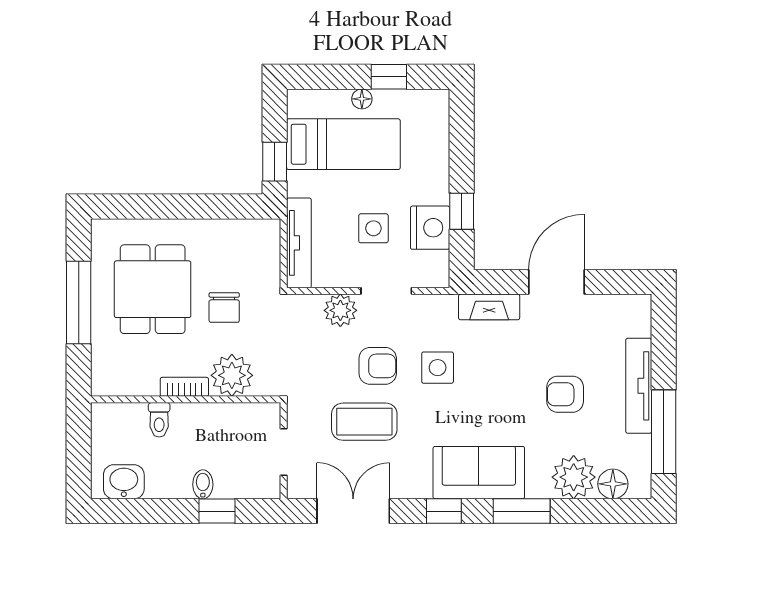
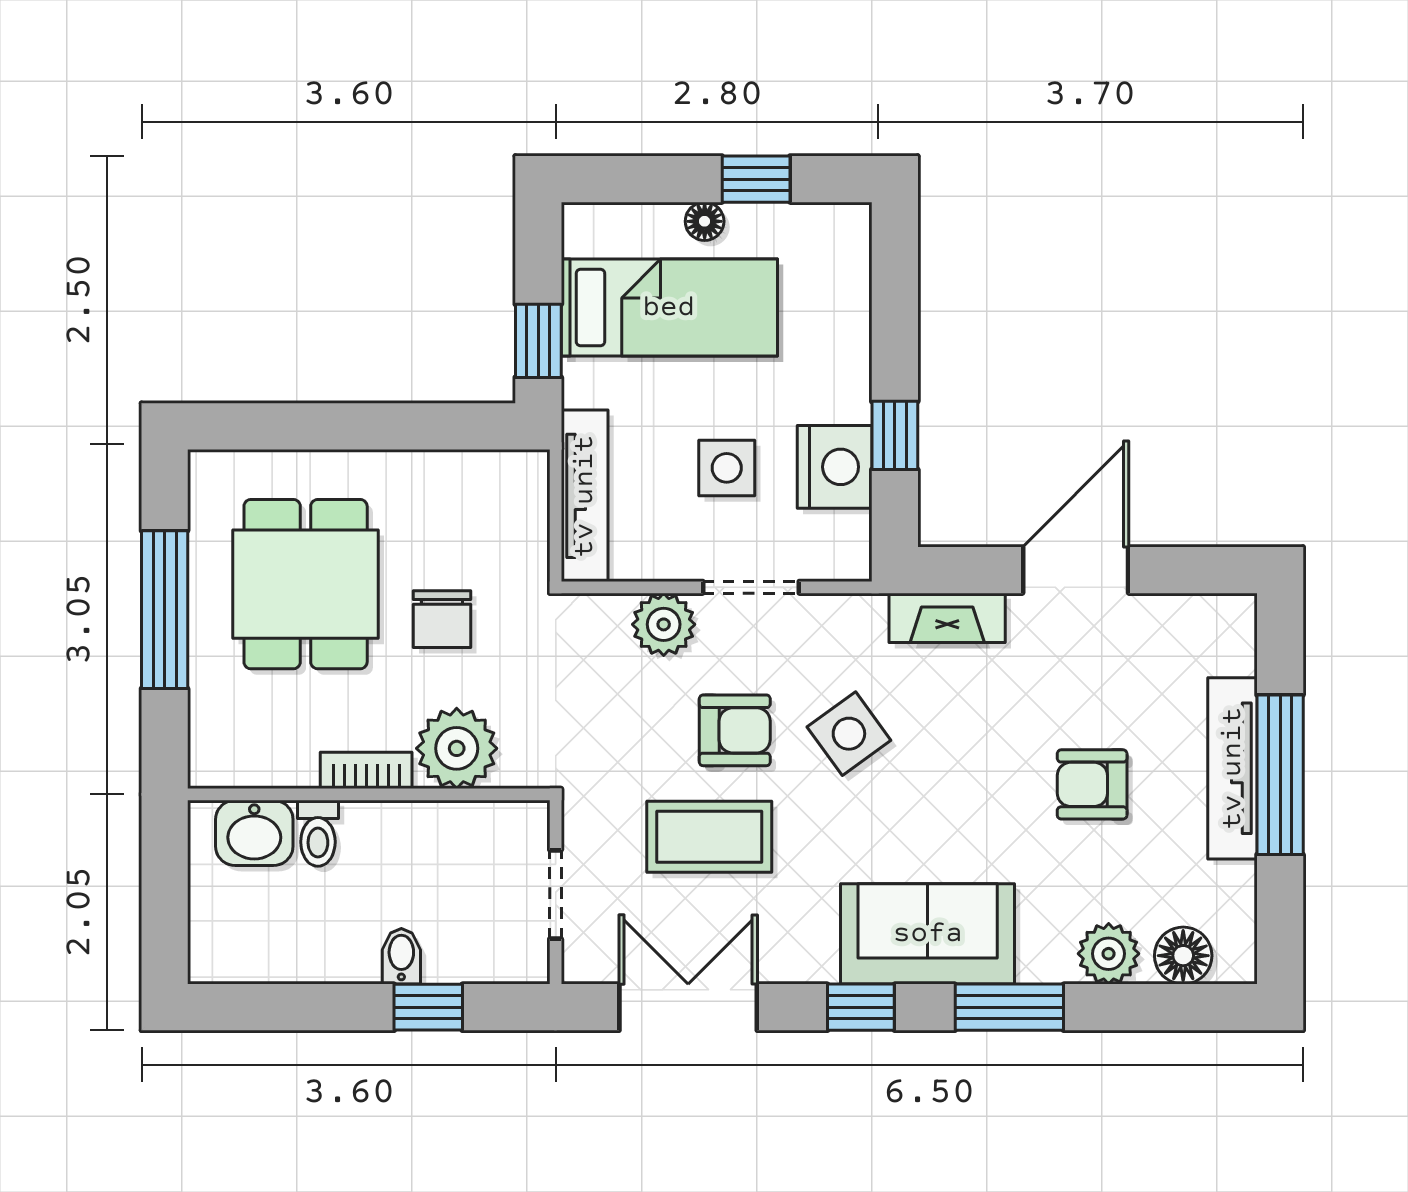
side table: (438, 368) -> (849, 734), turned -36
window: (664, 432) -> (1280, 775), moved
plant: (574, 477) -> (1109, 954), width x0.73, depth x0.73
washbasin: (124, 482) -> (254, 833), moved, turned 180

